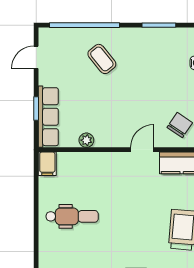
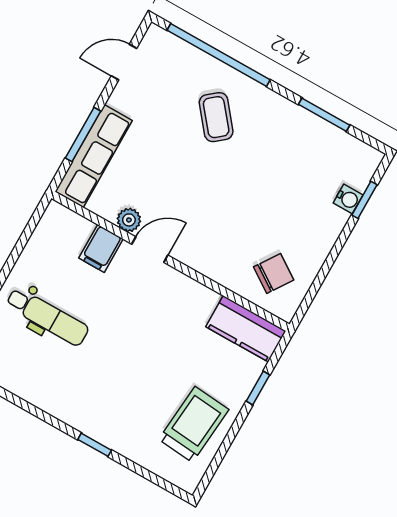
window: (36, 108) -> (83, 135), width x1.50
door: (142, 150) -> (150, 250), moved
filing cabinet: (47, 164) -> (101, 249), moved

